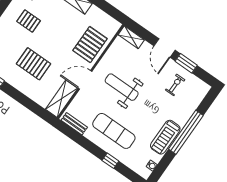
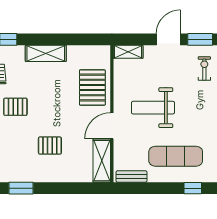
door: (164, 48) -> (168, 39), swing flipped
pallet: (33, 64) -> (50, 146), width x0.67, depth x0.71

